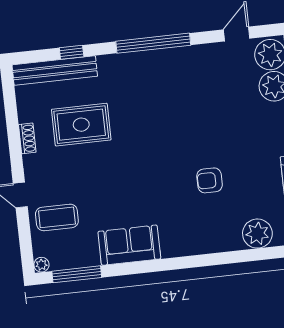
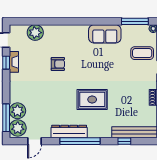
dresser: (175, 59) -> (69, 131), added
rug: (81, 125) -> (92, 99), moved

